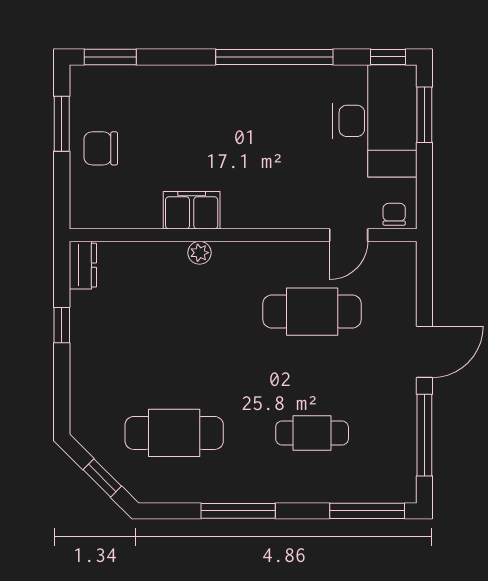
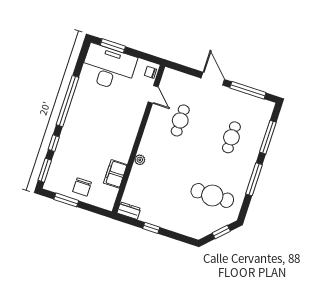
window: (388, 57) -> (54, 143), moved
filing cabinet: (192, 210) -> (115, 174), moved
cafe table: (312, 312) -> (180, 120), width x0.73, depth x0.74
cafe table: (174, 433) -> (212, 195), turned 90
window: (367, 511) -> (268, 137), moved

